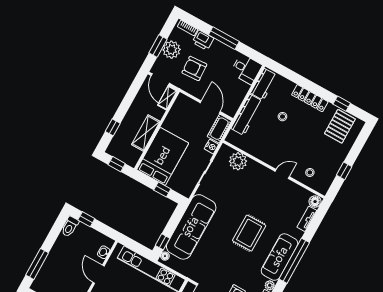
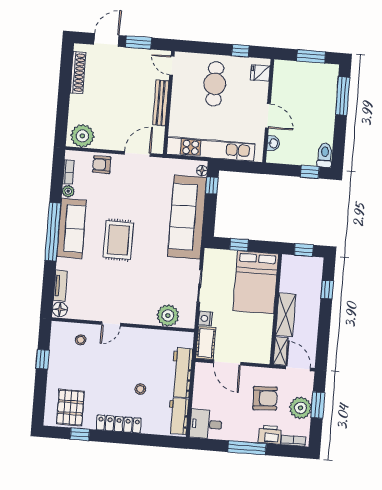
shelving: (146, 133) -> (286, 315), moved

